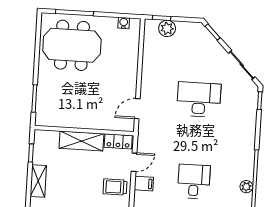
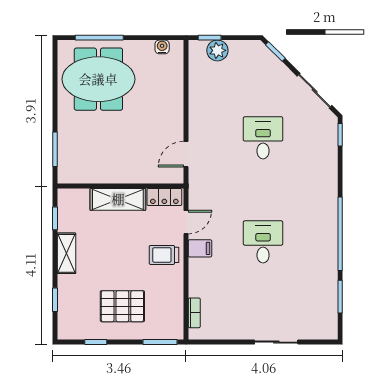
desk: (199, 99) -> (263, 138), width x0.73
plant: (246, 187) -> (330, 244), removed

